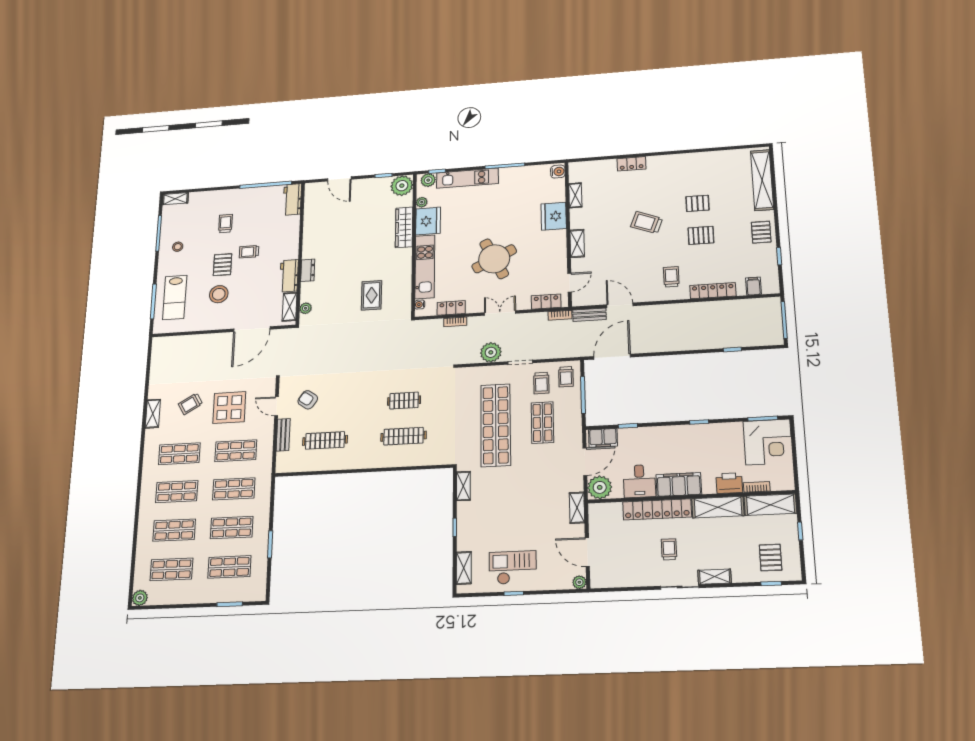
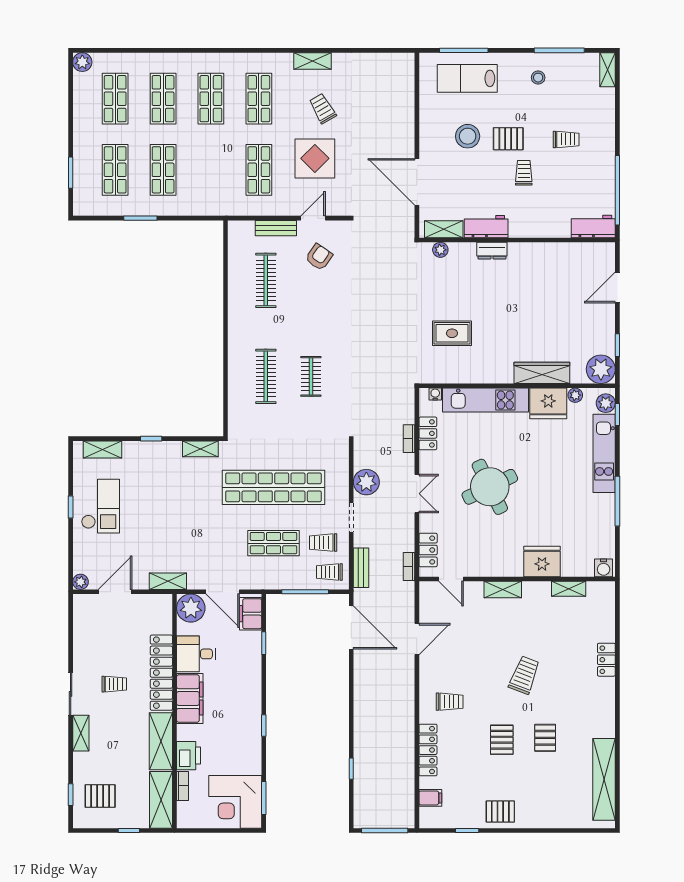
shelving: (762, 180) -> (604, 779), moved, turned 90
bench: (589, 315) -> (361, 568), moved
shop shelf: (234, 489) -> (211, 170), removed

